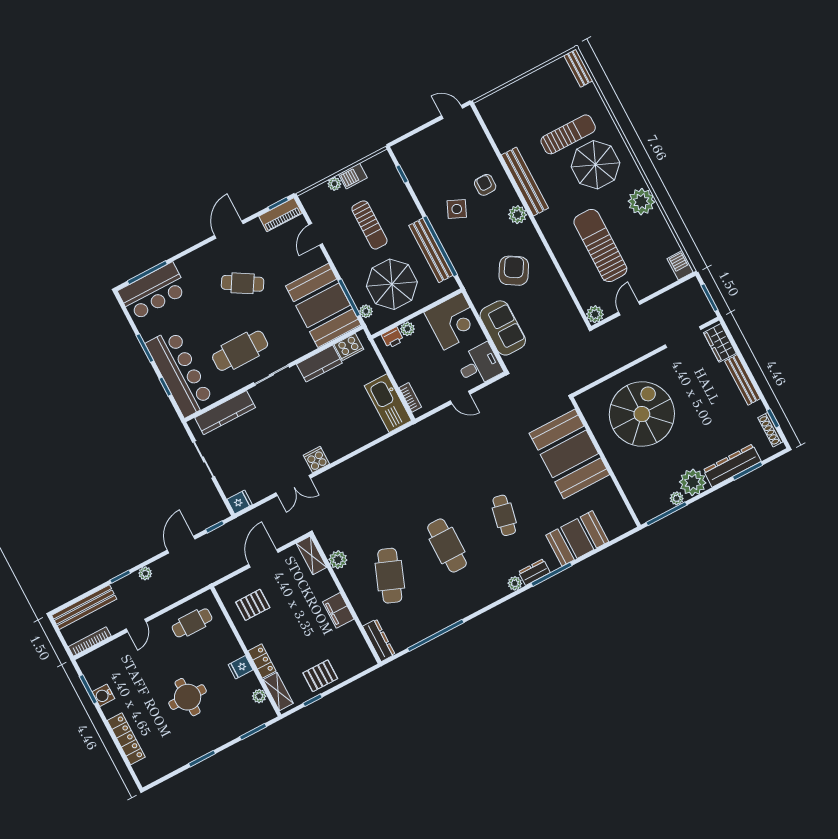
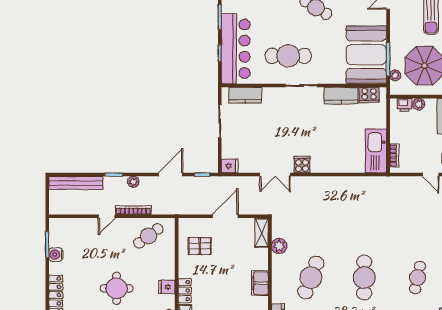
kitchen counter: (225, 413) -> (245, 95), width x0.67
cafe table: (192, 623) -> (148, 236), turned -37
bookcase: (90, 641) -> (133, 210), moved

